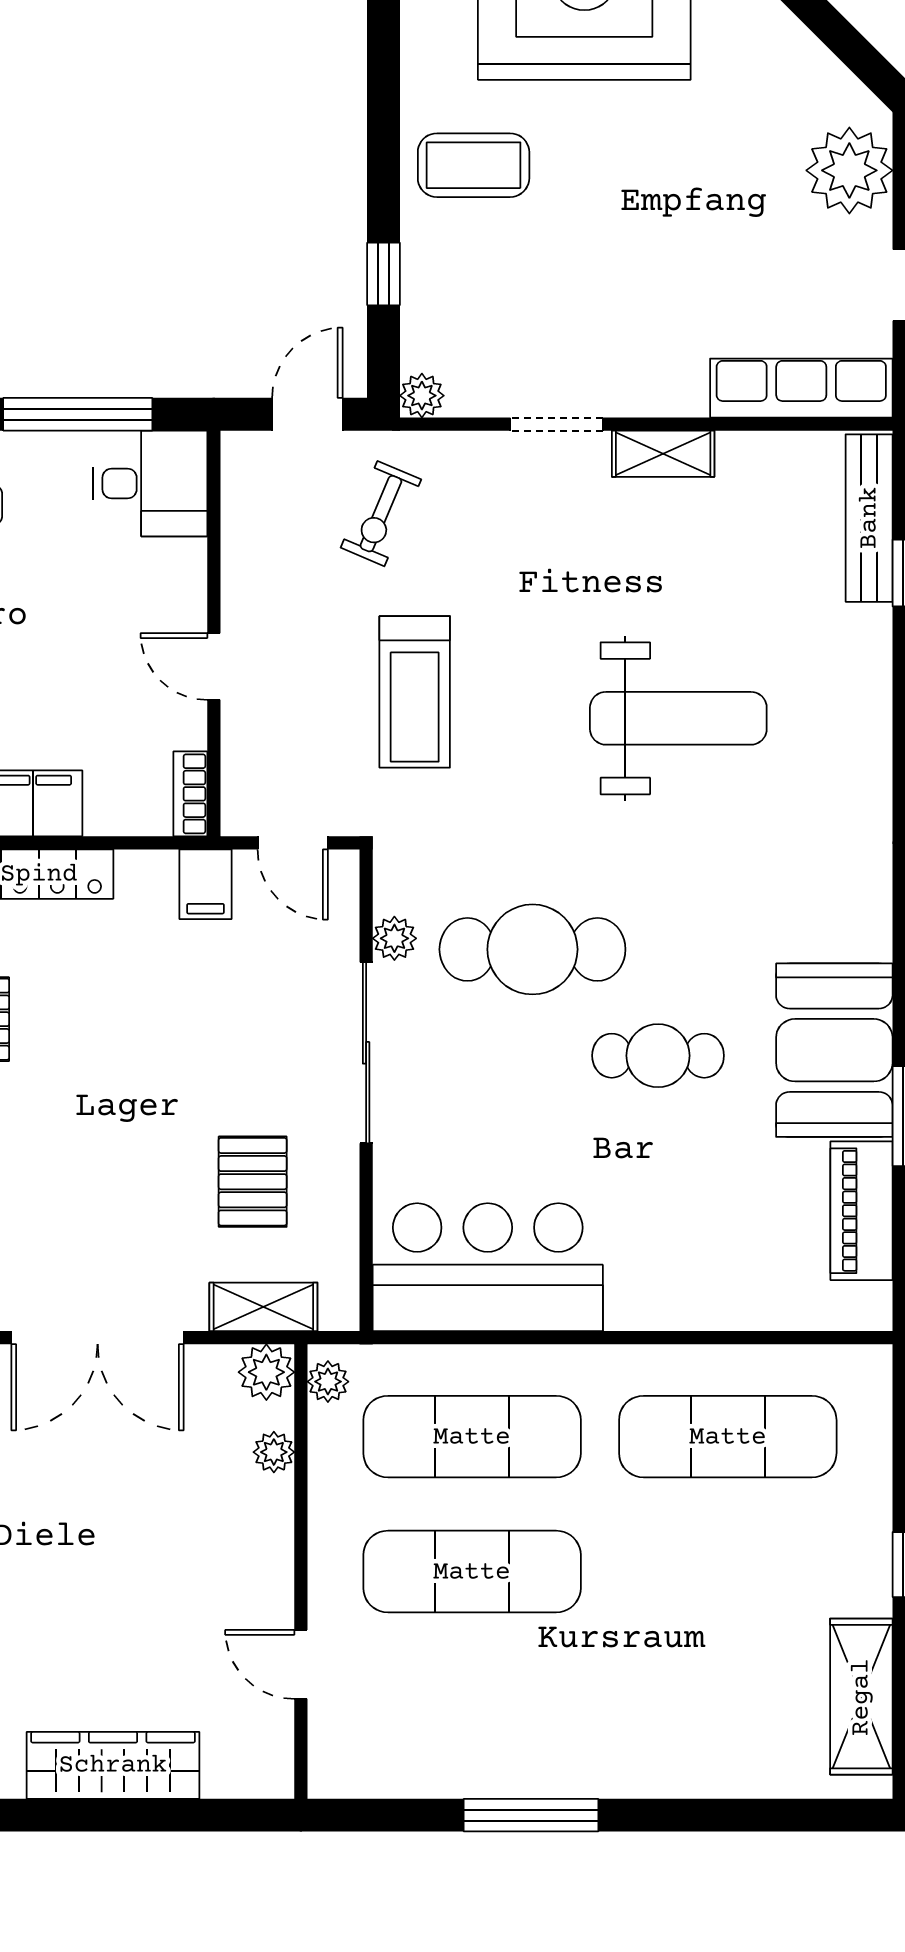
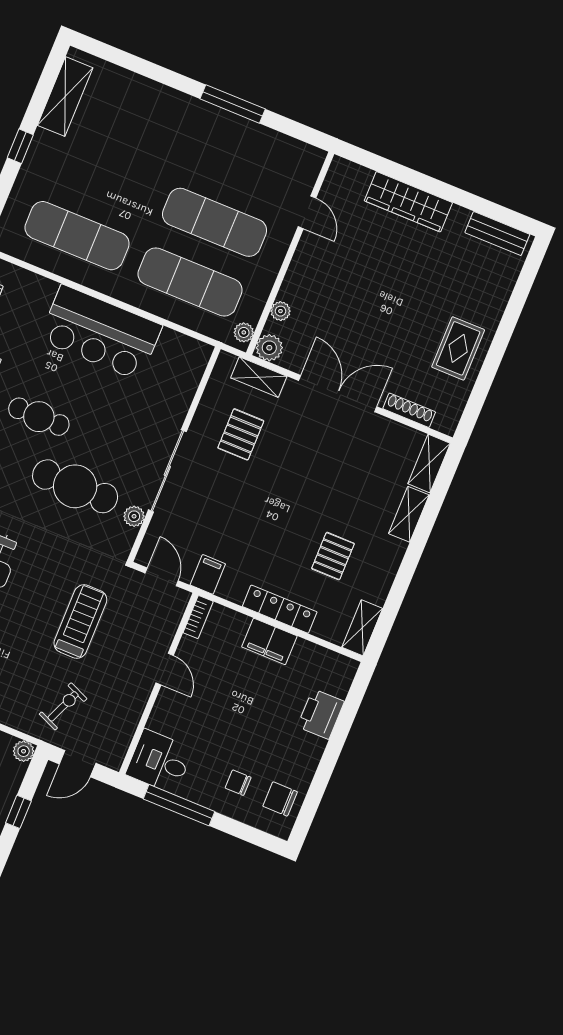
bar counter: (488, 1267) -> (101, 333), moved

